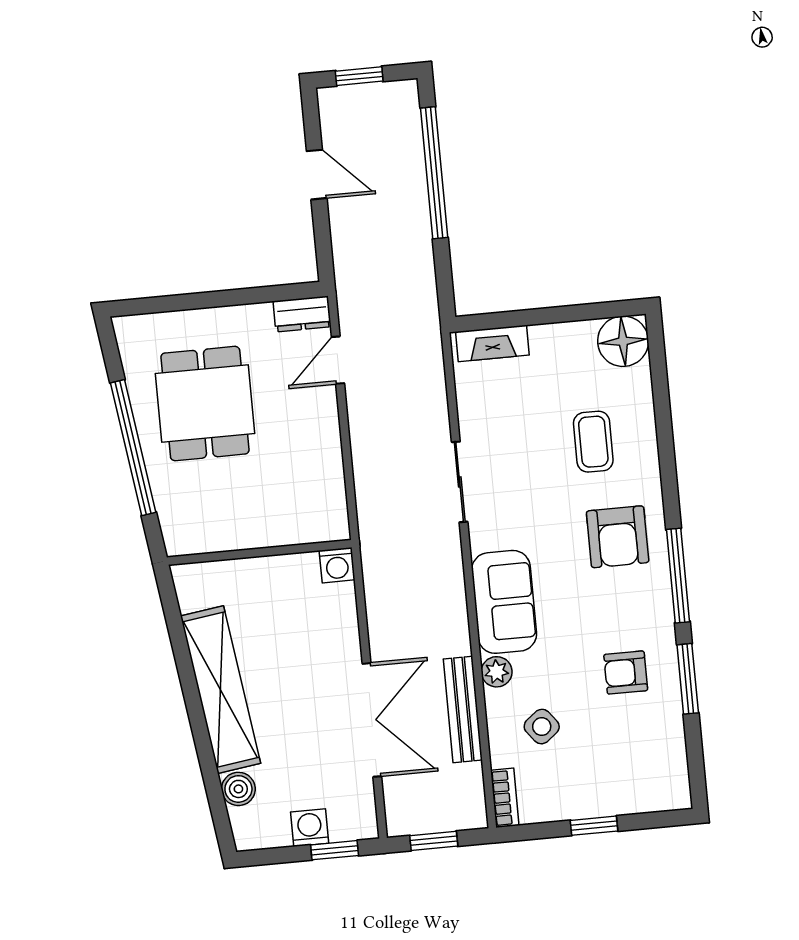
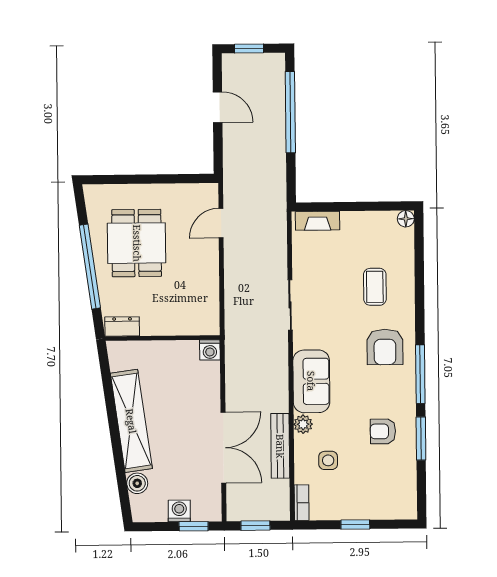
dresser: (302, 314) -> (122, 326), moved, turned 180
floor lamp: (623, 341) -> (406, 219), width x0.53, depth x0.53
side table: (542, 727) -> (328, 460), turned 38

